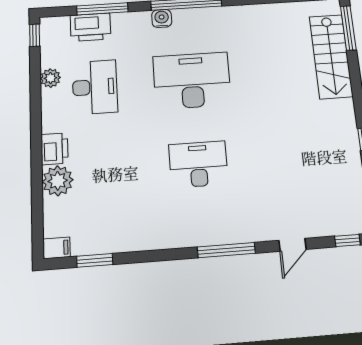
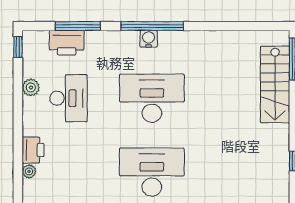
water cooler: (162, 18) -> (149, 39), moved
desk: (198, 164) -> (152, 172), width x1.36, depth x1.30
plant: (58, 181) -> (29, 171), width x0.53, depth x0.53

